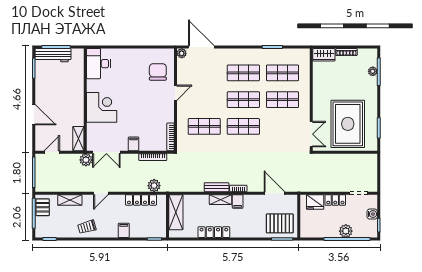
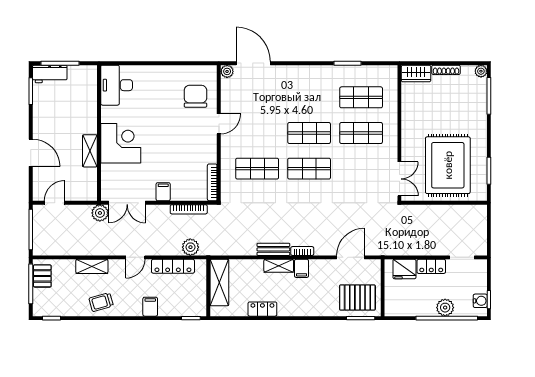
workbench: (53, 55) -> (50, 74), width x0.73
plant: (373, 71) -> (481, 71), moved
shop shelf: (243, 73) -> (309, 97), removed
shelving: (78, 139) -> (90, 151), moved
door: (101, 193) -> (135, 257), moved
door: (275, 193) -> (350, 257), hinge flipped
shelving: (70, 200) -> (92, 266), moved
water cooler: (372, 214) -> (480, 301), moved
locker: (214, 232) -> (262, 309), width x0.66

